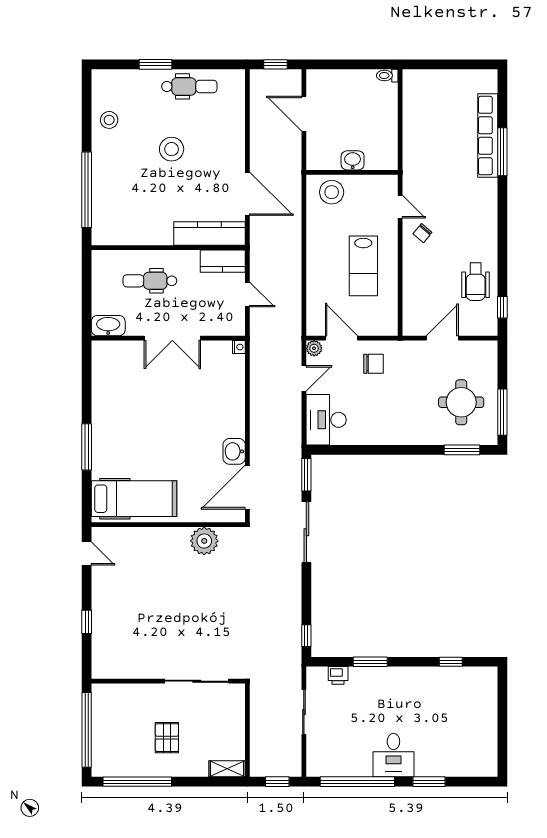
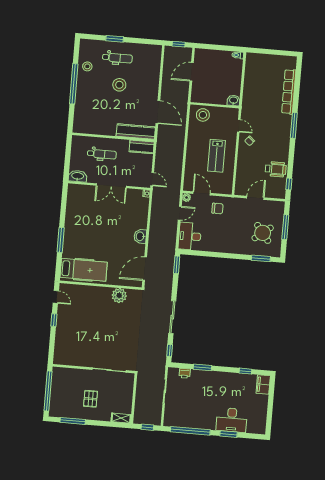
dental chair: (189, 86) -> (117, 58), moved
door: (304, 114) -> (192, 72), hinge flipped
window: (502, 152) -> (294, 125), moved
washbasin: (353, 160) -> (234, 100), moved
window: (87, 190) -> (74, 84), moved
dental chair: (150, 281) -> (102, 154), turned 180
wheelchair: (476, 282) -> (276, 169), turned -90
door: (247, 295) -> (152, 179), moved
round table: (461, 402) -> (263, 233), turned -38
window: (502, 412) -> (285, 227), moved
washbasin: (234, 451) -> (140, 236), moved
sliding door: (306, 532) -> (172, 317), moved
window: (87, 622) -> (54, 320), moved
filing cabinet: (486, 684) -> (263, 385), added
desk: (393, 755) -> (232, 420), moved, width x1.37
window: (137, 782) -> (73, 421), width x0.68

